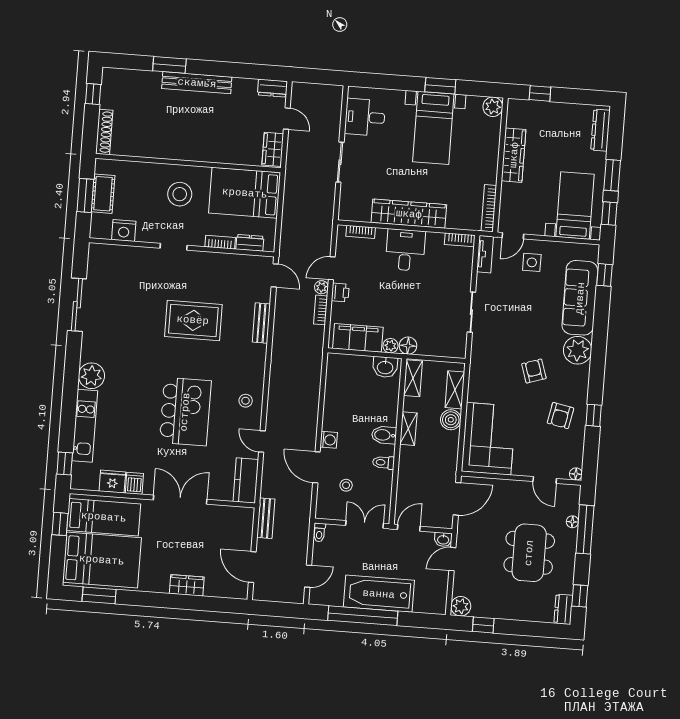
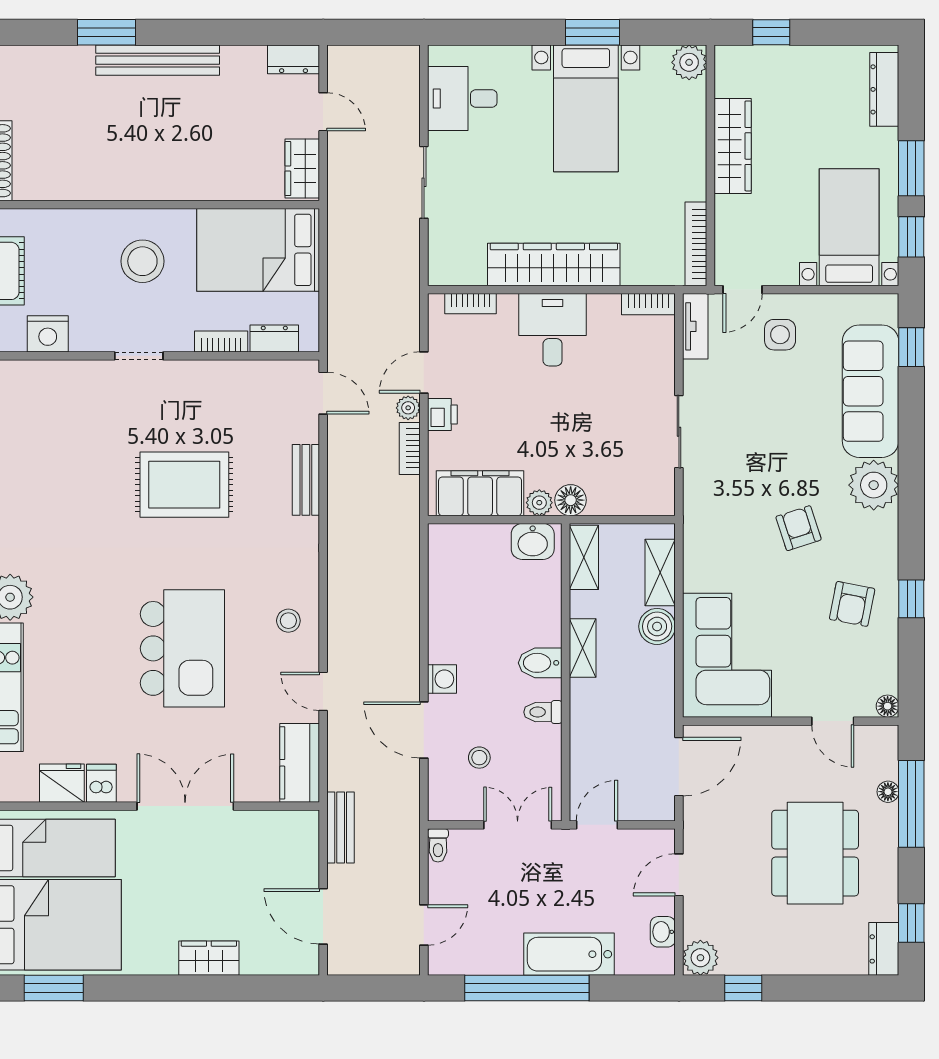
washbasin: (443, 539) -> (663, 932), moved, turned 90
bathtub: (379, 594) -> (569, 954), width x0.73, depth x0.73

